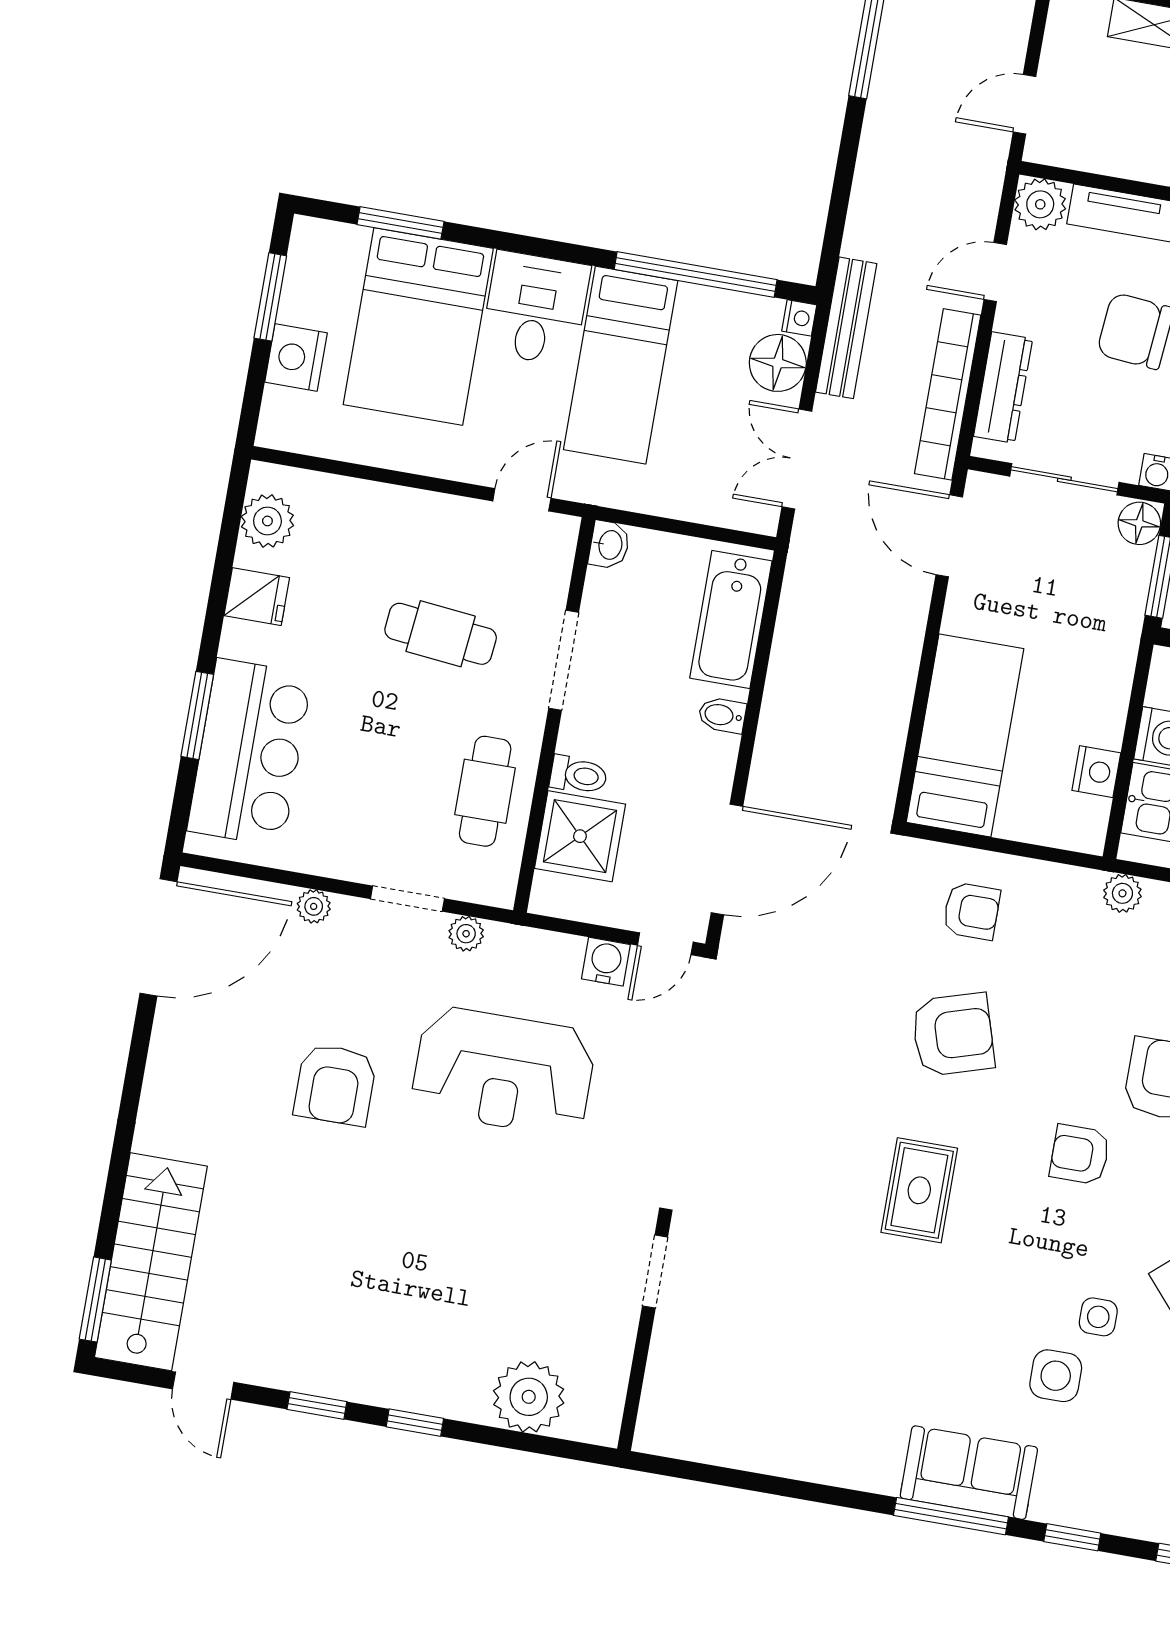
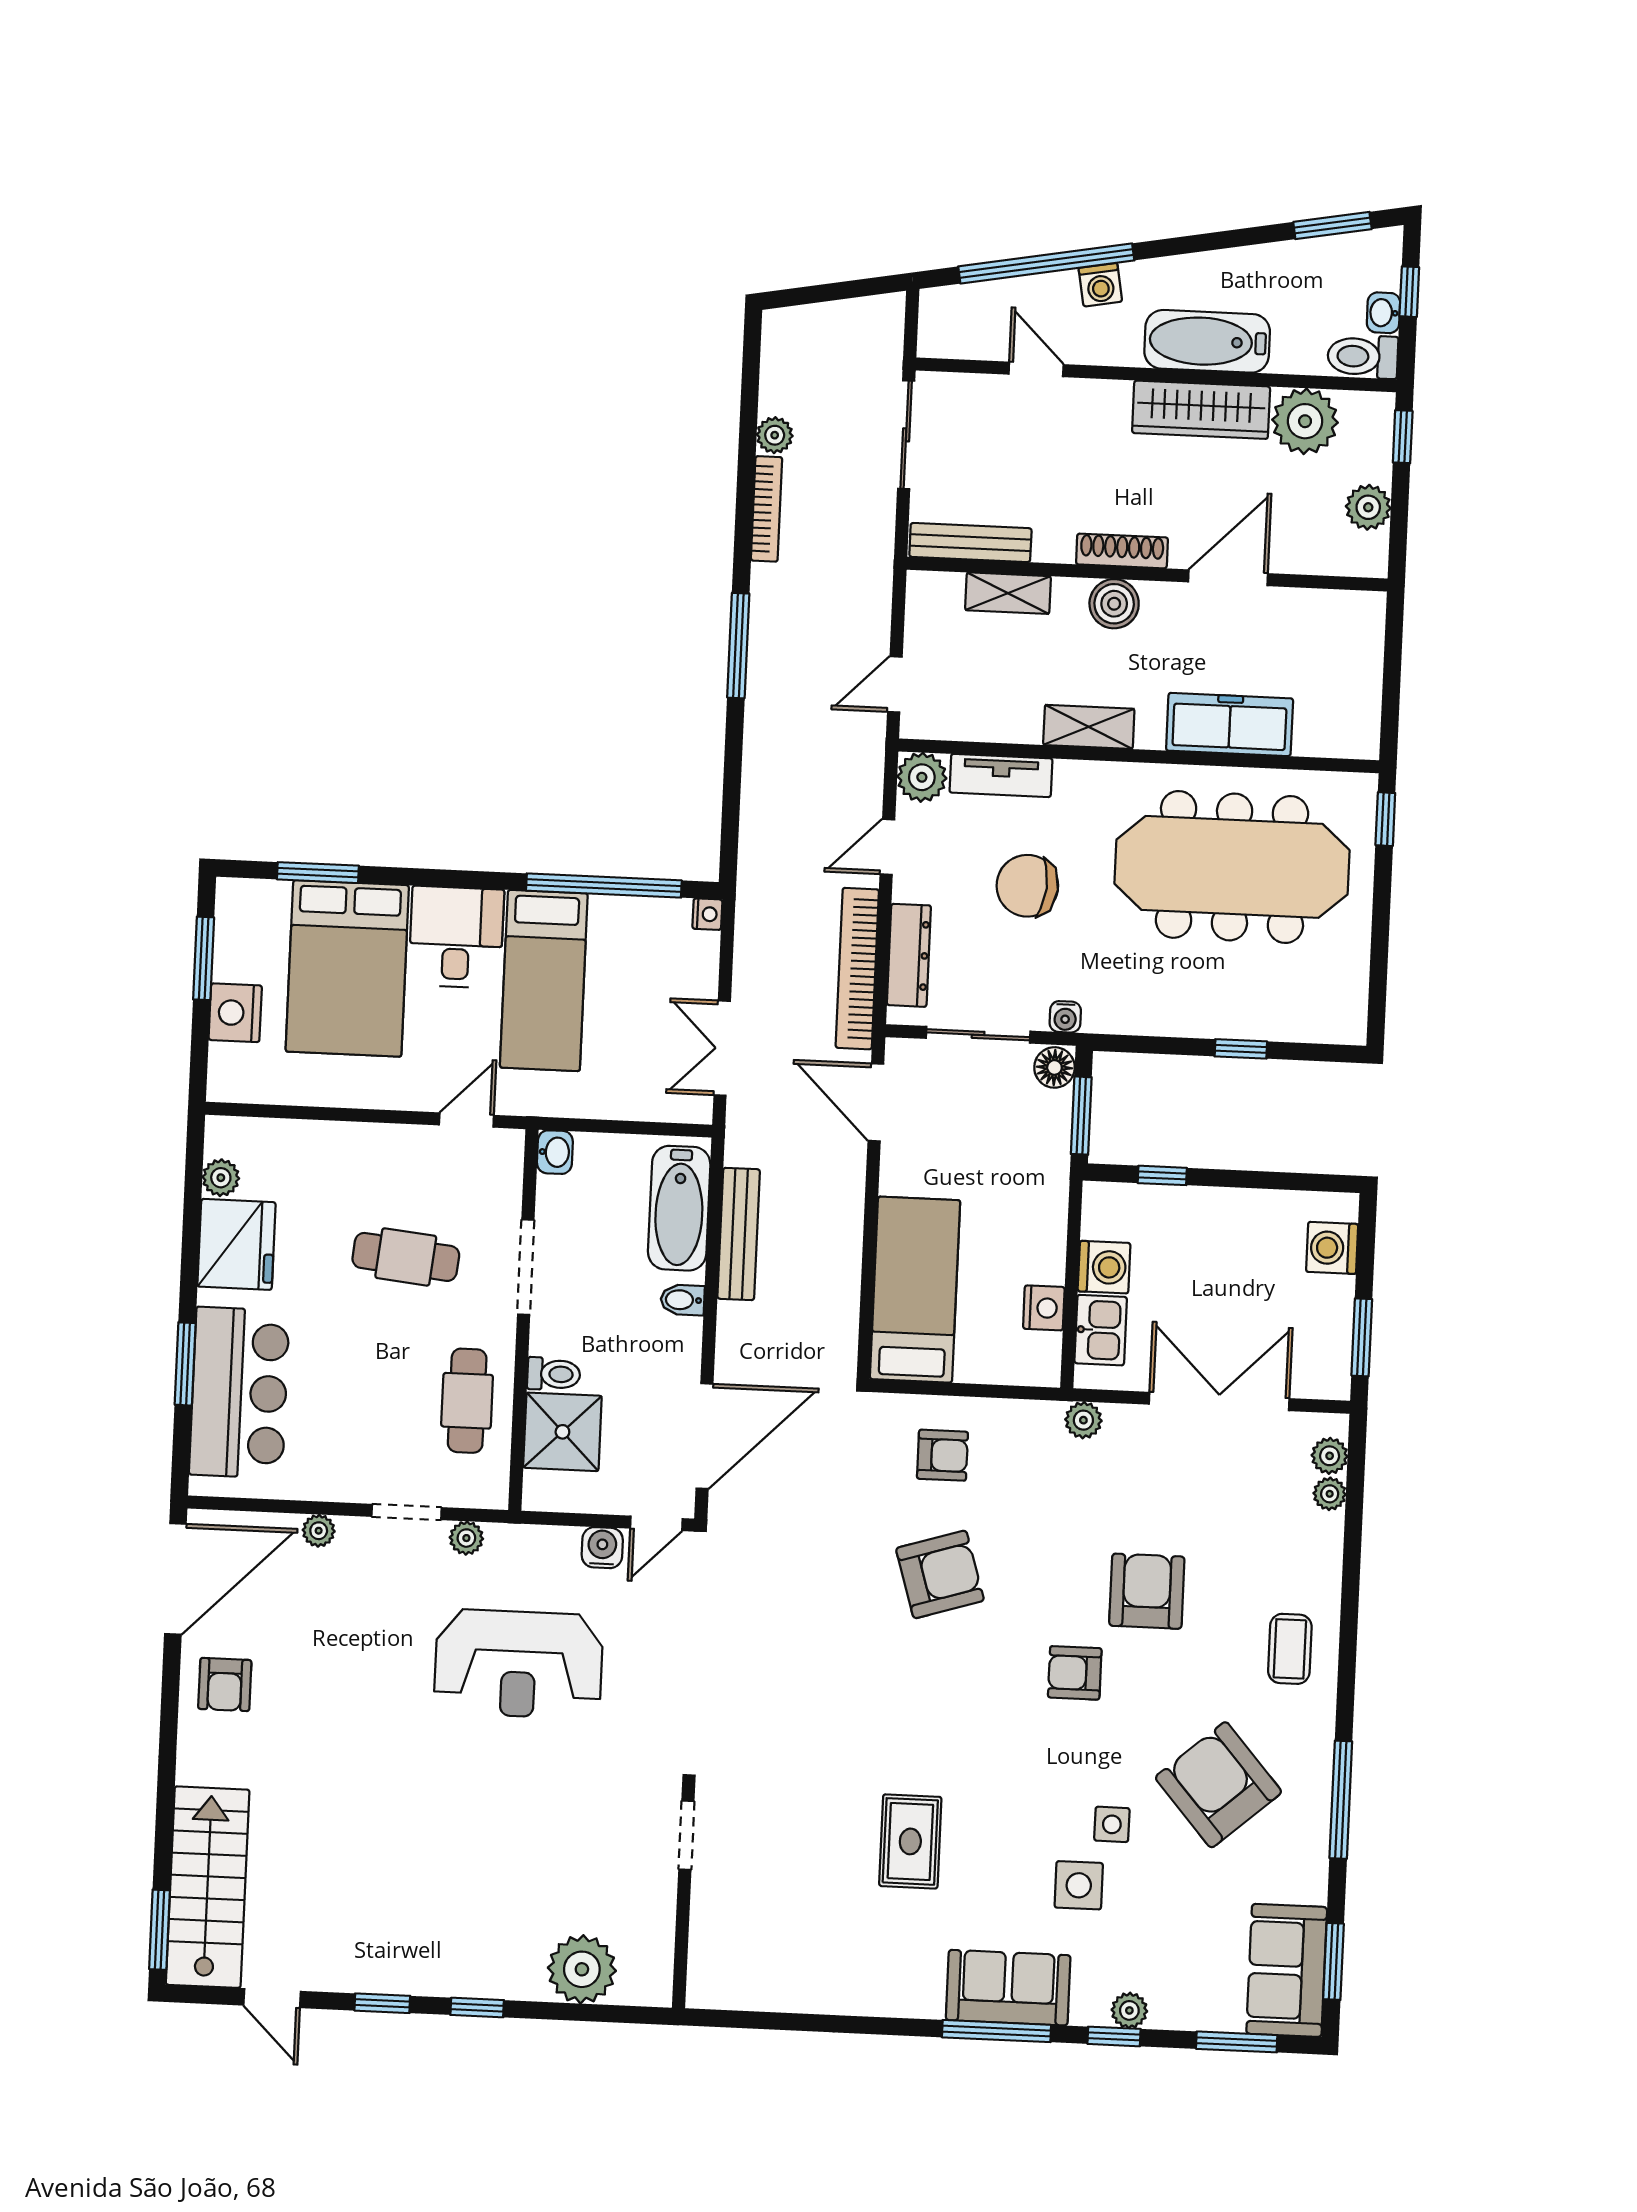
bench: (846, 328) -> (739, 1234), moved
floor lamp: (778, 363) -> (692, 959), removed
plant: (267, 521) -> (221, 1178), width x0.73, depth x0.73
fridge: (257, 597) -> (236, 1244), width x1.88, depth x1.34
armchair: (335, 1085) -> (225, 1685), moved, width x0.72, depth x0.72
rug: (919, 1190) -> (910, 1841), moved
plant: (1092, 1512) -> (1129, 2010), added

